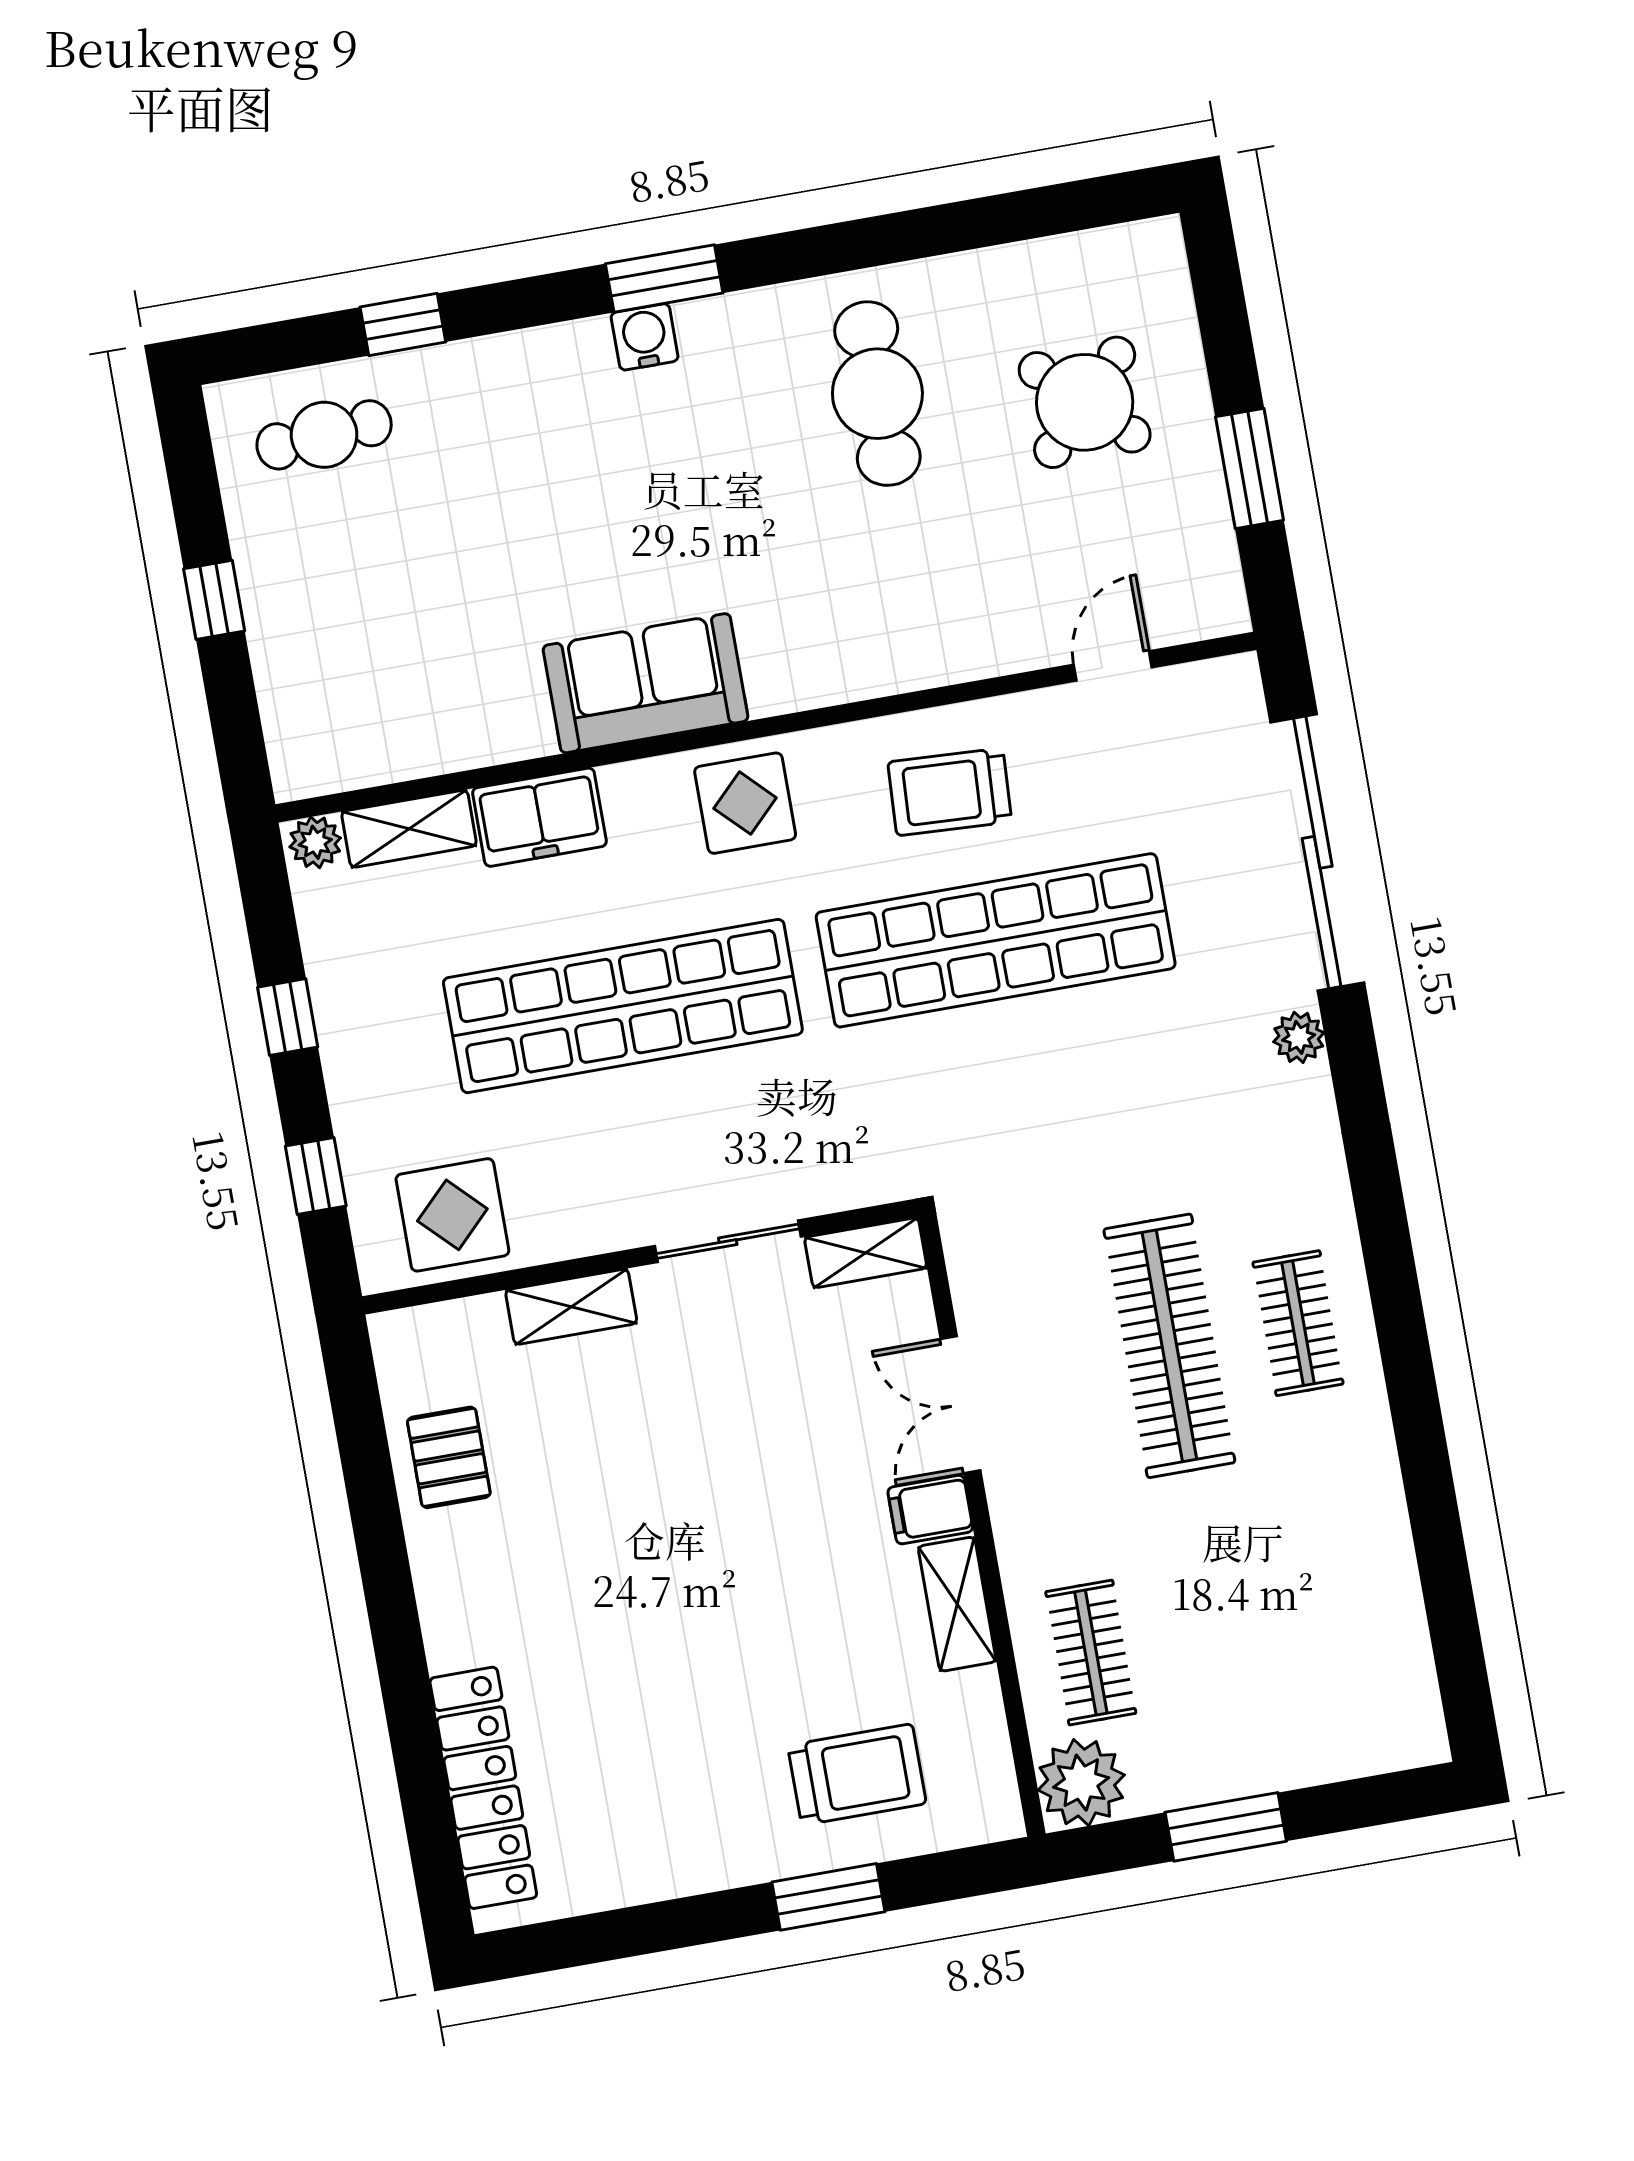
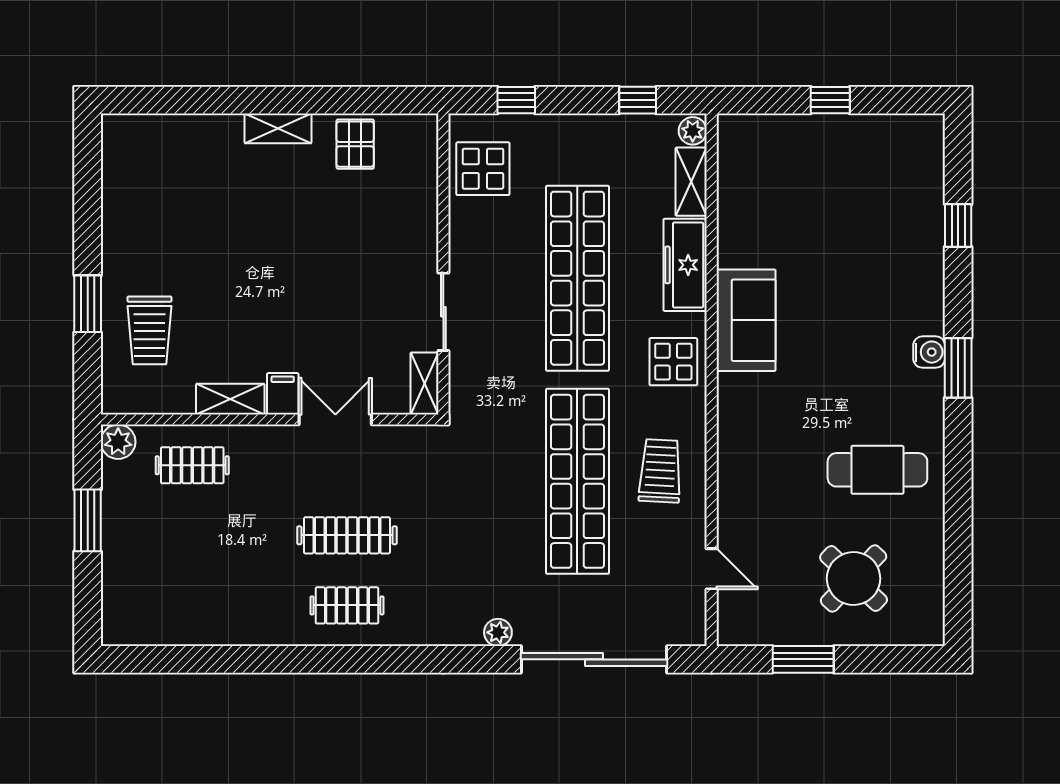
cafe table: (324, 435) -> (907, 173), removed
freezer: (539, 817) -> (685, 265), width x1.40
window: (288, 1017) -> (638, 100), moved
shelving: (571, 1307) -> (278, 128), moved, turned 90
clothes rail: (1169, 1346) -> (347, 535), width x0.73, depth x0.76
pallet: (449, 1457) -> (355, 144), turned 90
plant: (1081, 1783) -> (118, 442), width x0.73, depth x0.73
locker: (483, 1788) -> (177, 132), removed

